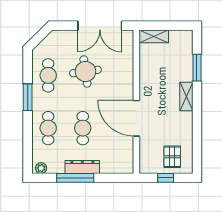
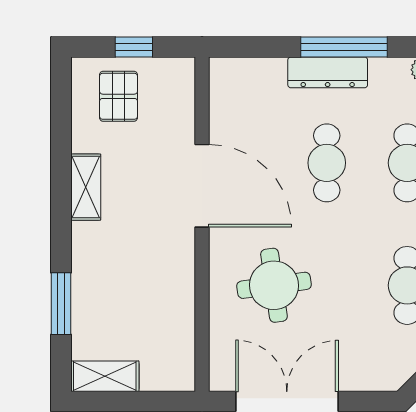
shelving: (154, 36) -> (105, 376), moved
round table: (85, 71) -> (274, 285), moved
shelving: (186, 96) -> (86, 187), moved

